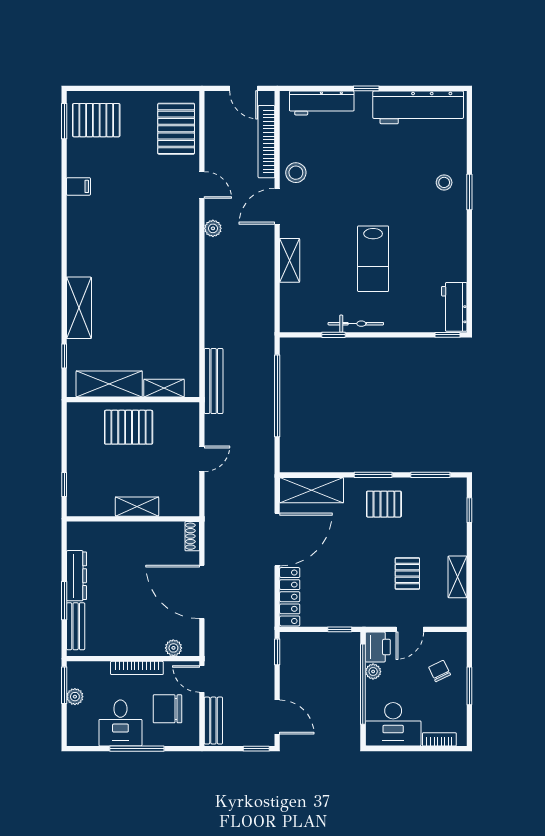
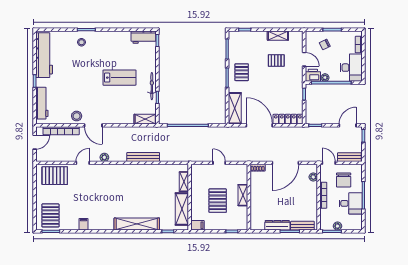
shelving: (290, 260) -> (145, 119), moved
shelving: (79, 308) -> (137, 224), width x1.47
bench: (214, 381) -> (143, 157), moved
filing cabinet: (76, 415) -> (197, 225), added
pallet: (129, 427) -> (218, 201), moved
door: (202, 679) -> (329, 163), swing flipped

